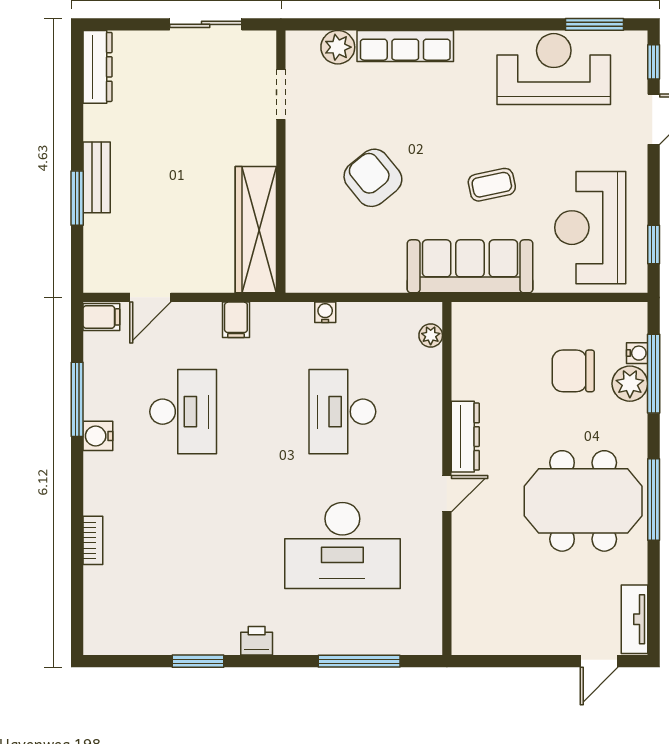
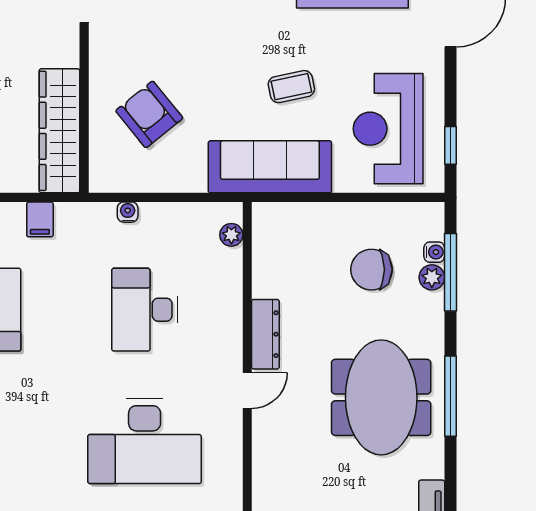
armchair: (373, 178) -> (149, 114), moved
plant: (630, 384) -> (432, 277), width x0.73, depth x0.73
meeting table: (583, 501) -> (381, 397), turned 90

